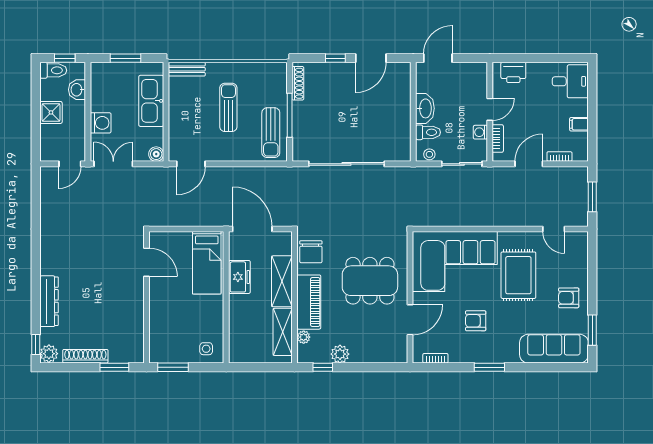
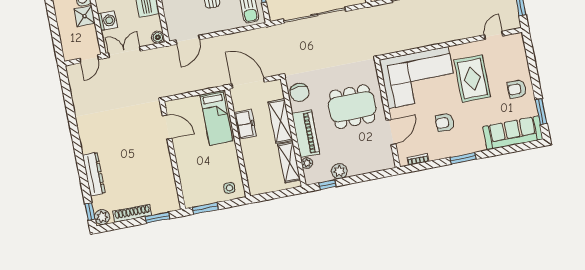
shower: (51, 112) -> (85, 16), moved
door: (554, 229) -> (494, 35), swing flipped

